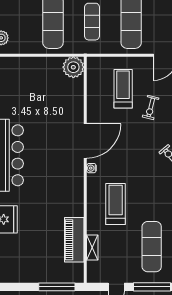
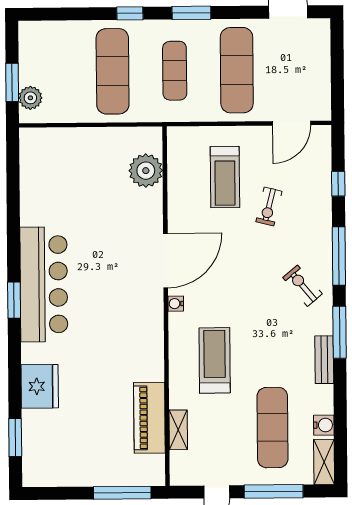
plant: (73, 67) -> (146, 171), moved
treadmill: (123, 89) -> (225, 177), turned 180

